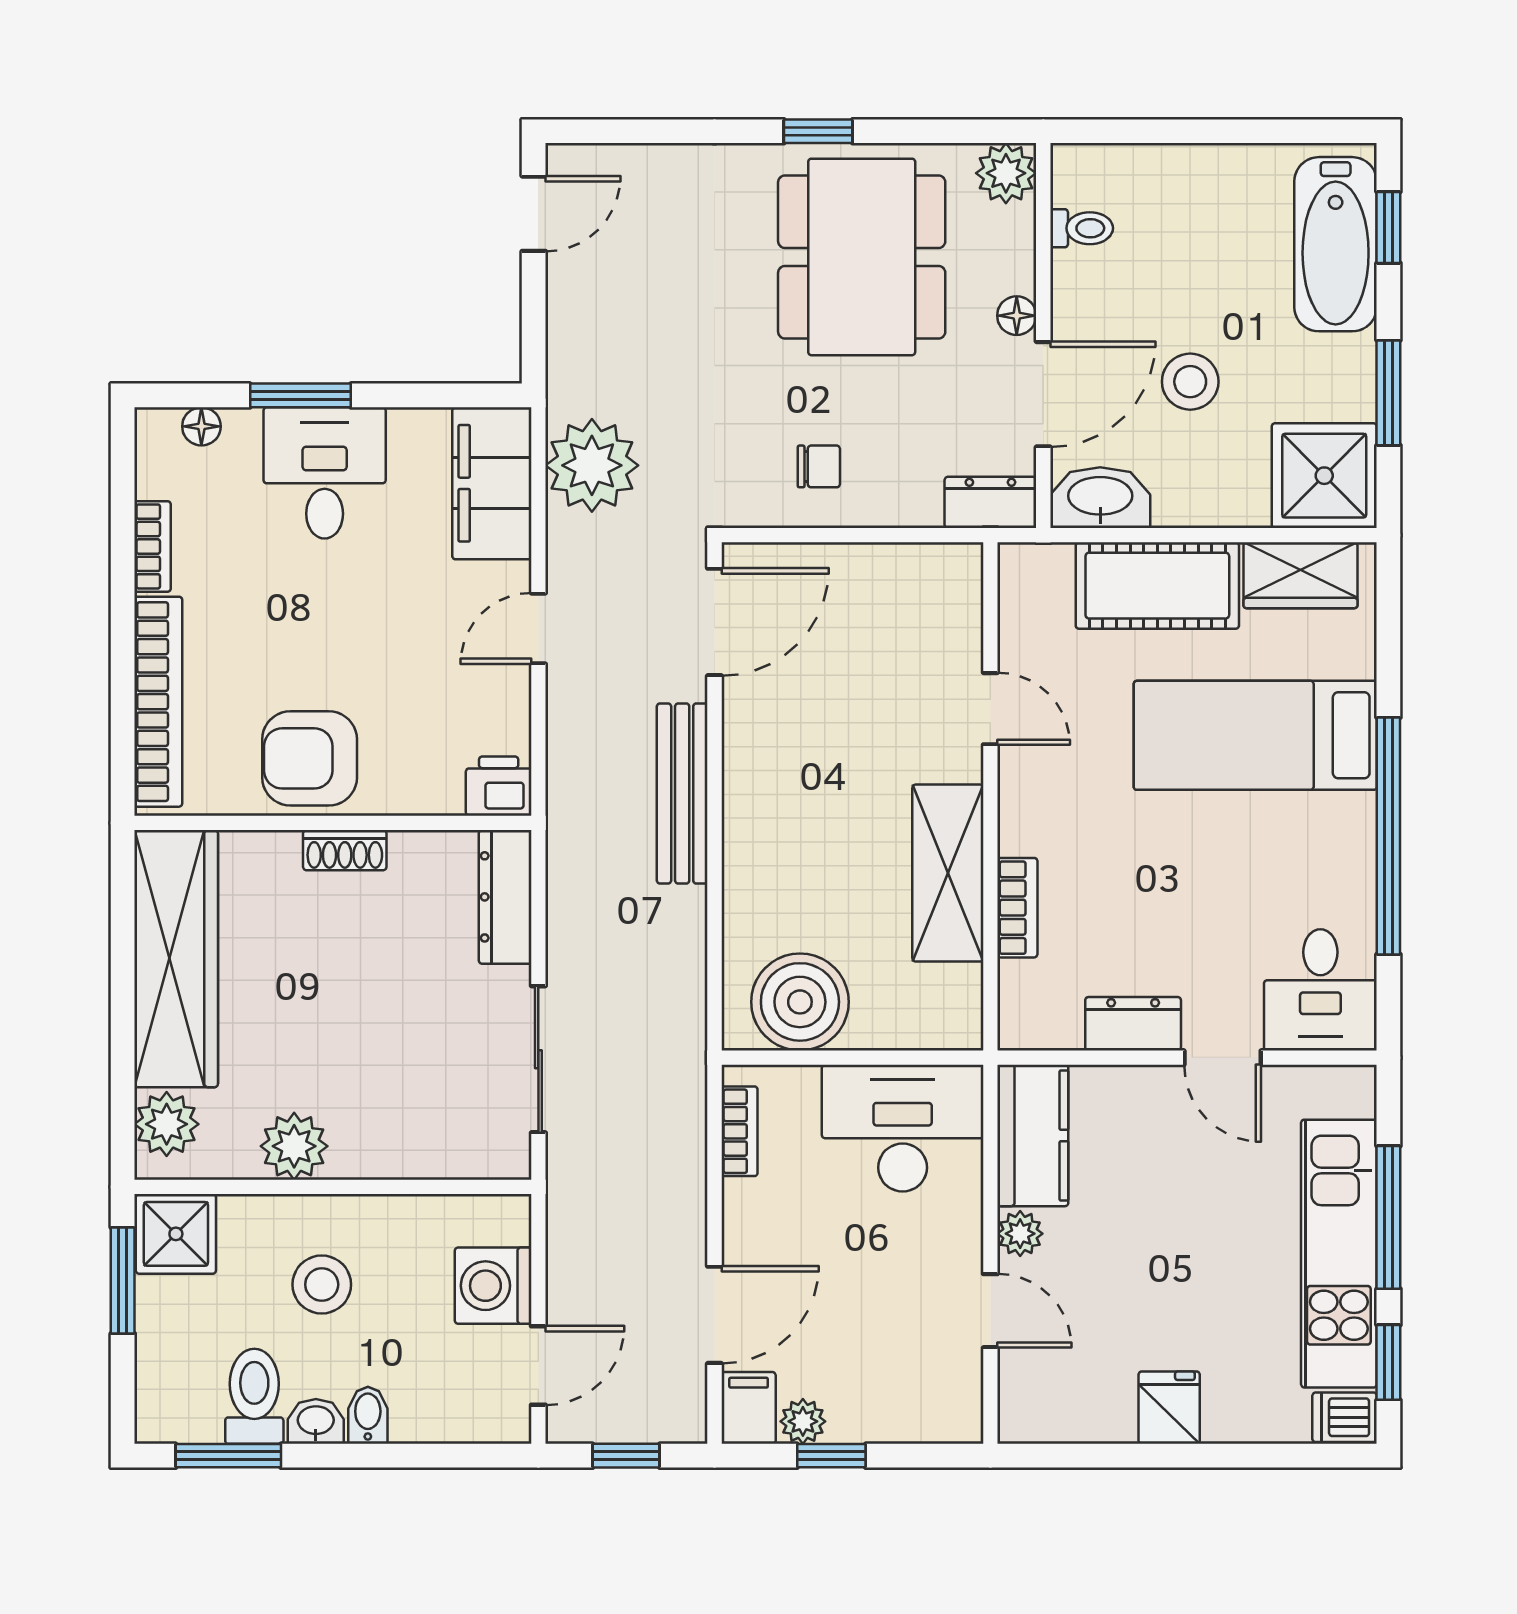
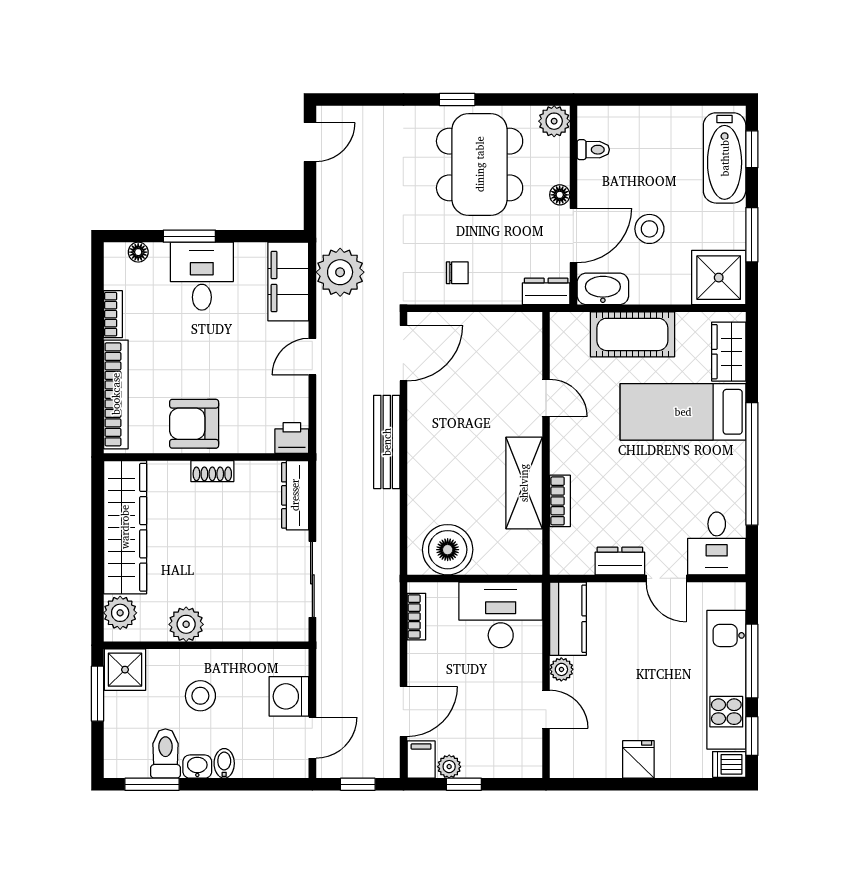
wardrobe: (1300, 575) -> (729, 352), moved, turned 90

